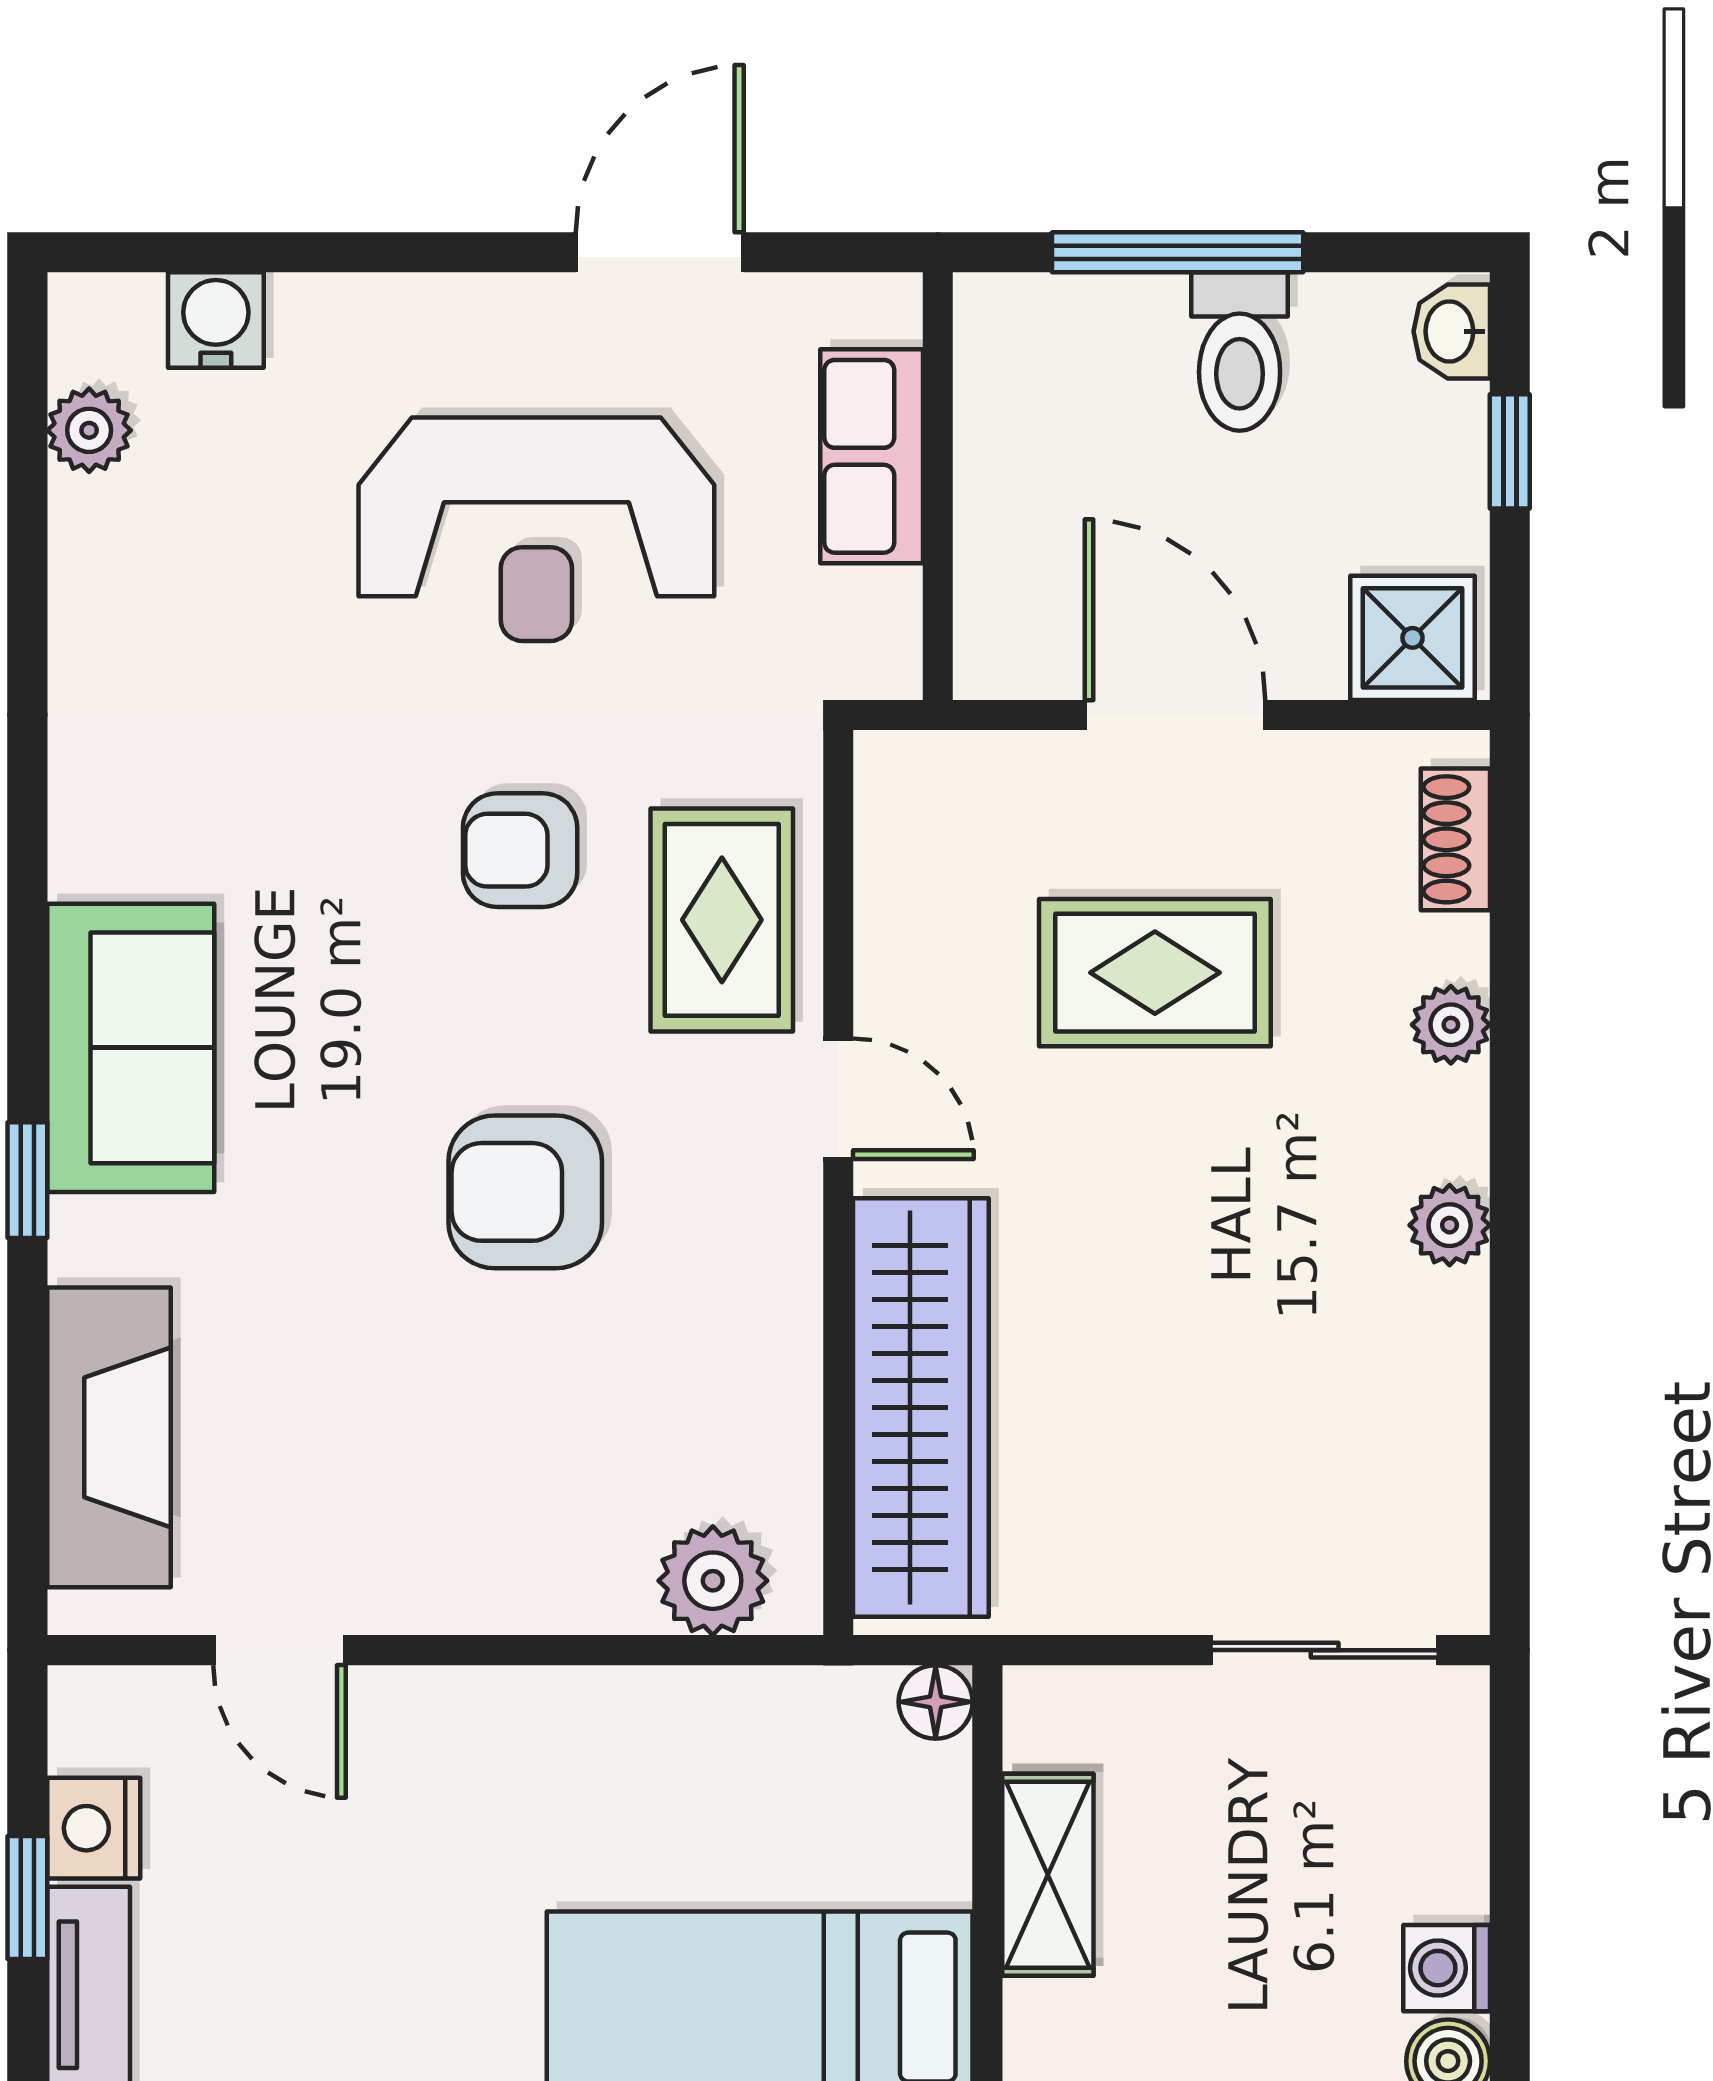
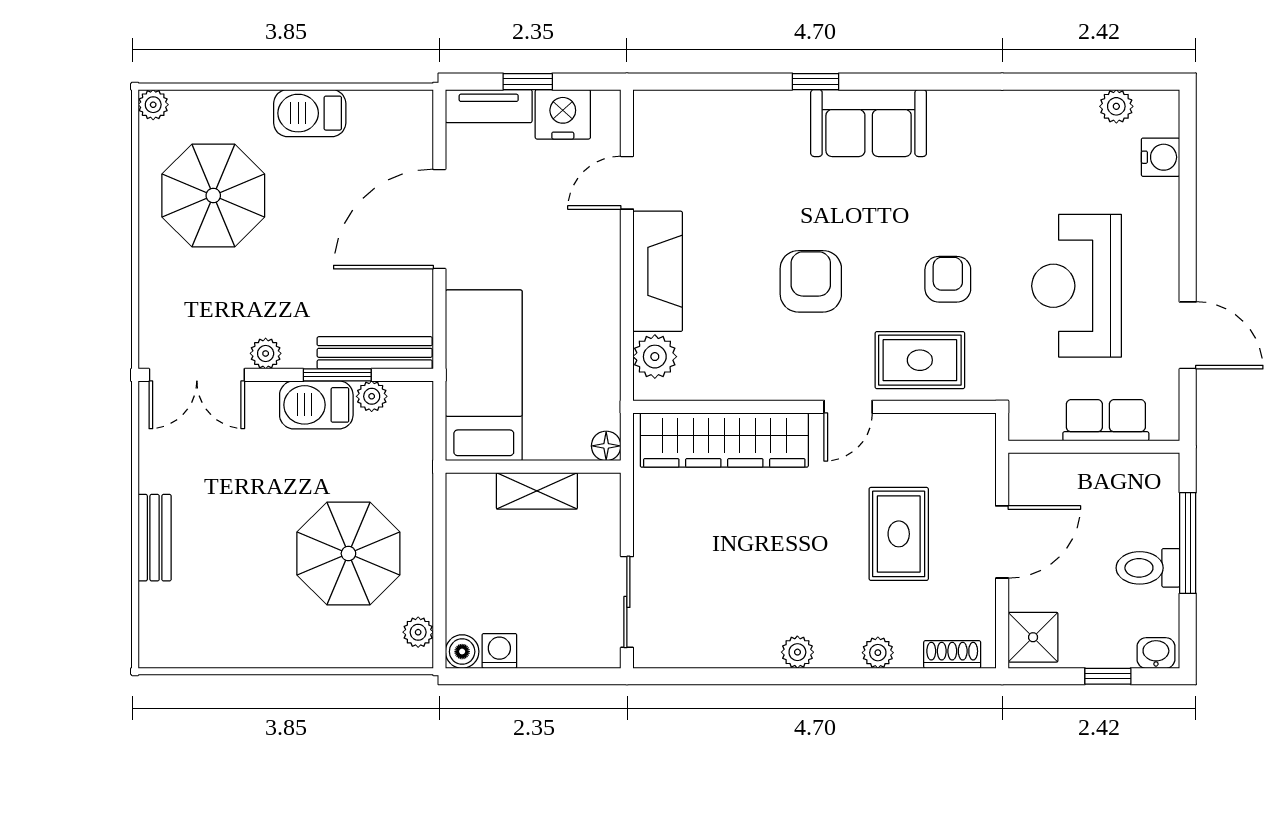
fireplace: (109, 1437) -> (658, 271), moved, turned -90
nightstand: (94, 1828) -> (563, 114), width x1.36, depth x1.33

